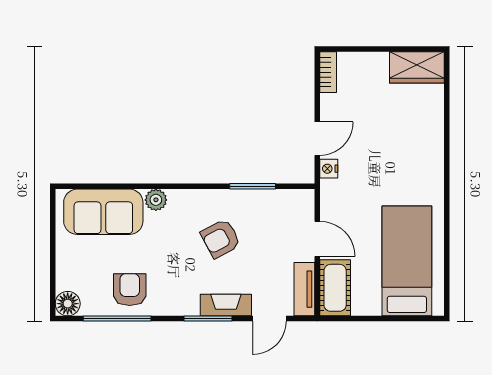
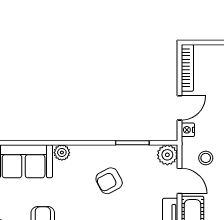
bookcase: (328, 72) -> (187, 68), width x1.56
plant: (301, 203) -> (167, 155), added
stool: (353, 207) -> (206, 158), added

